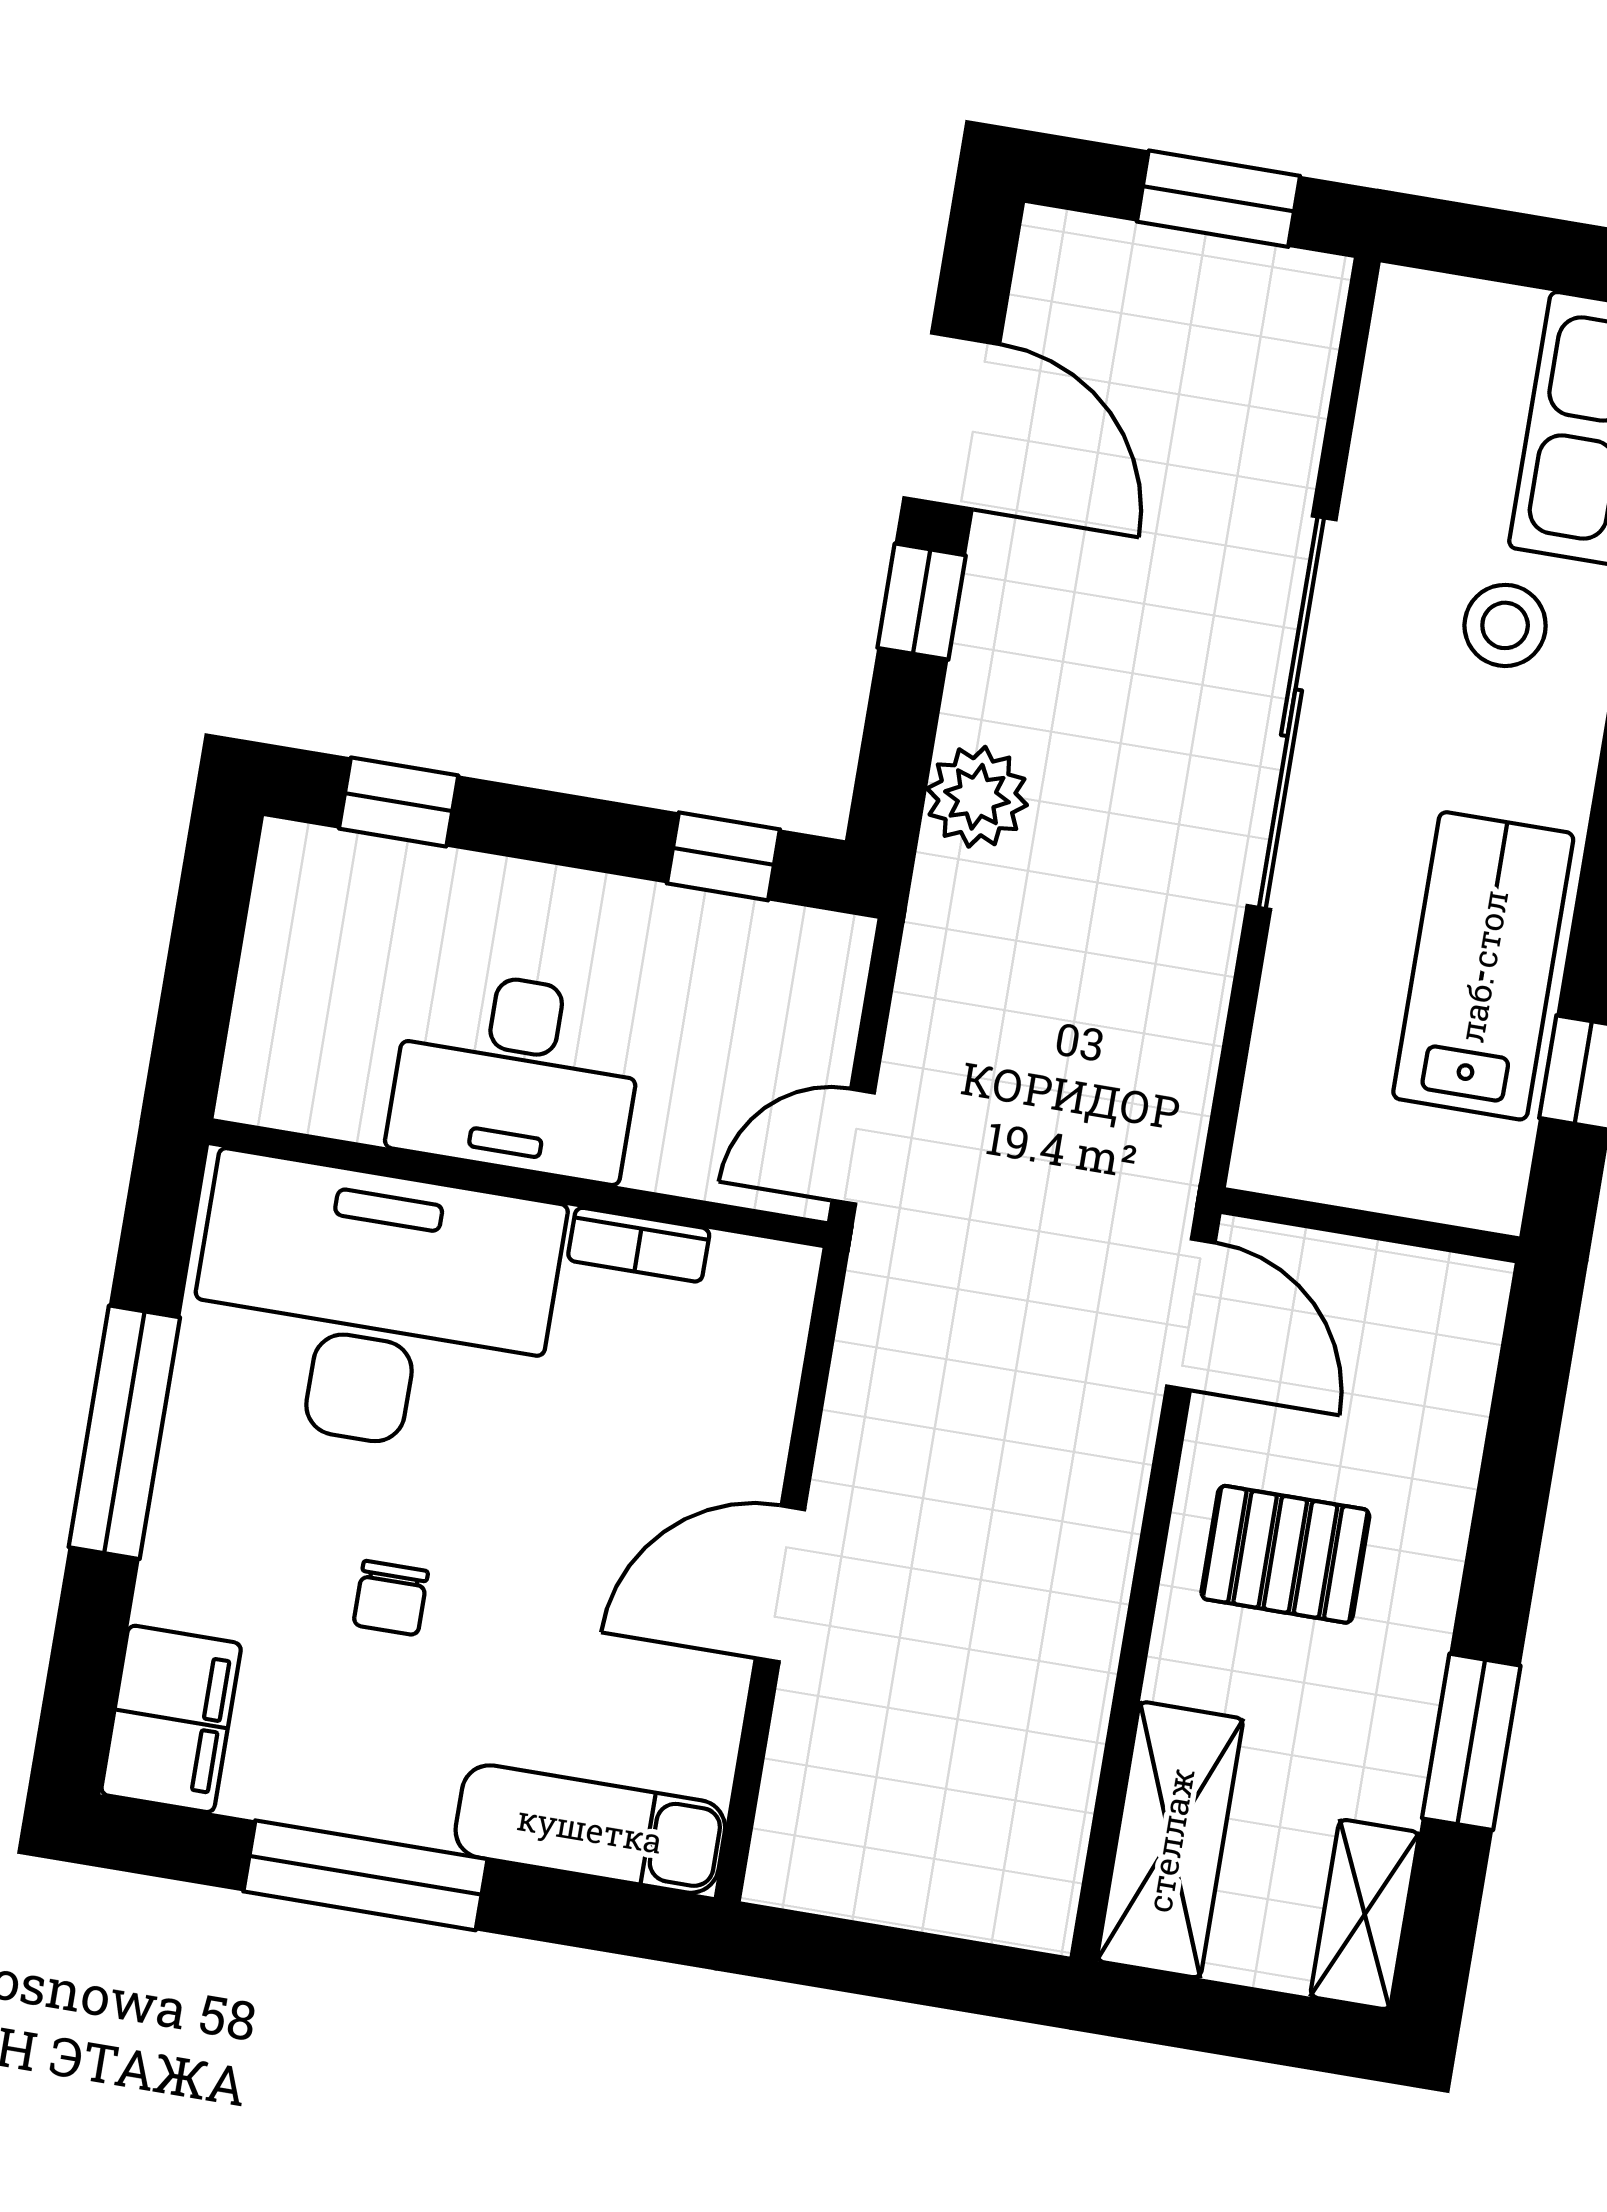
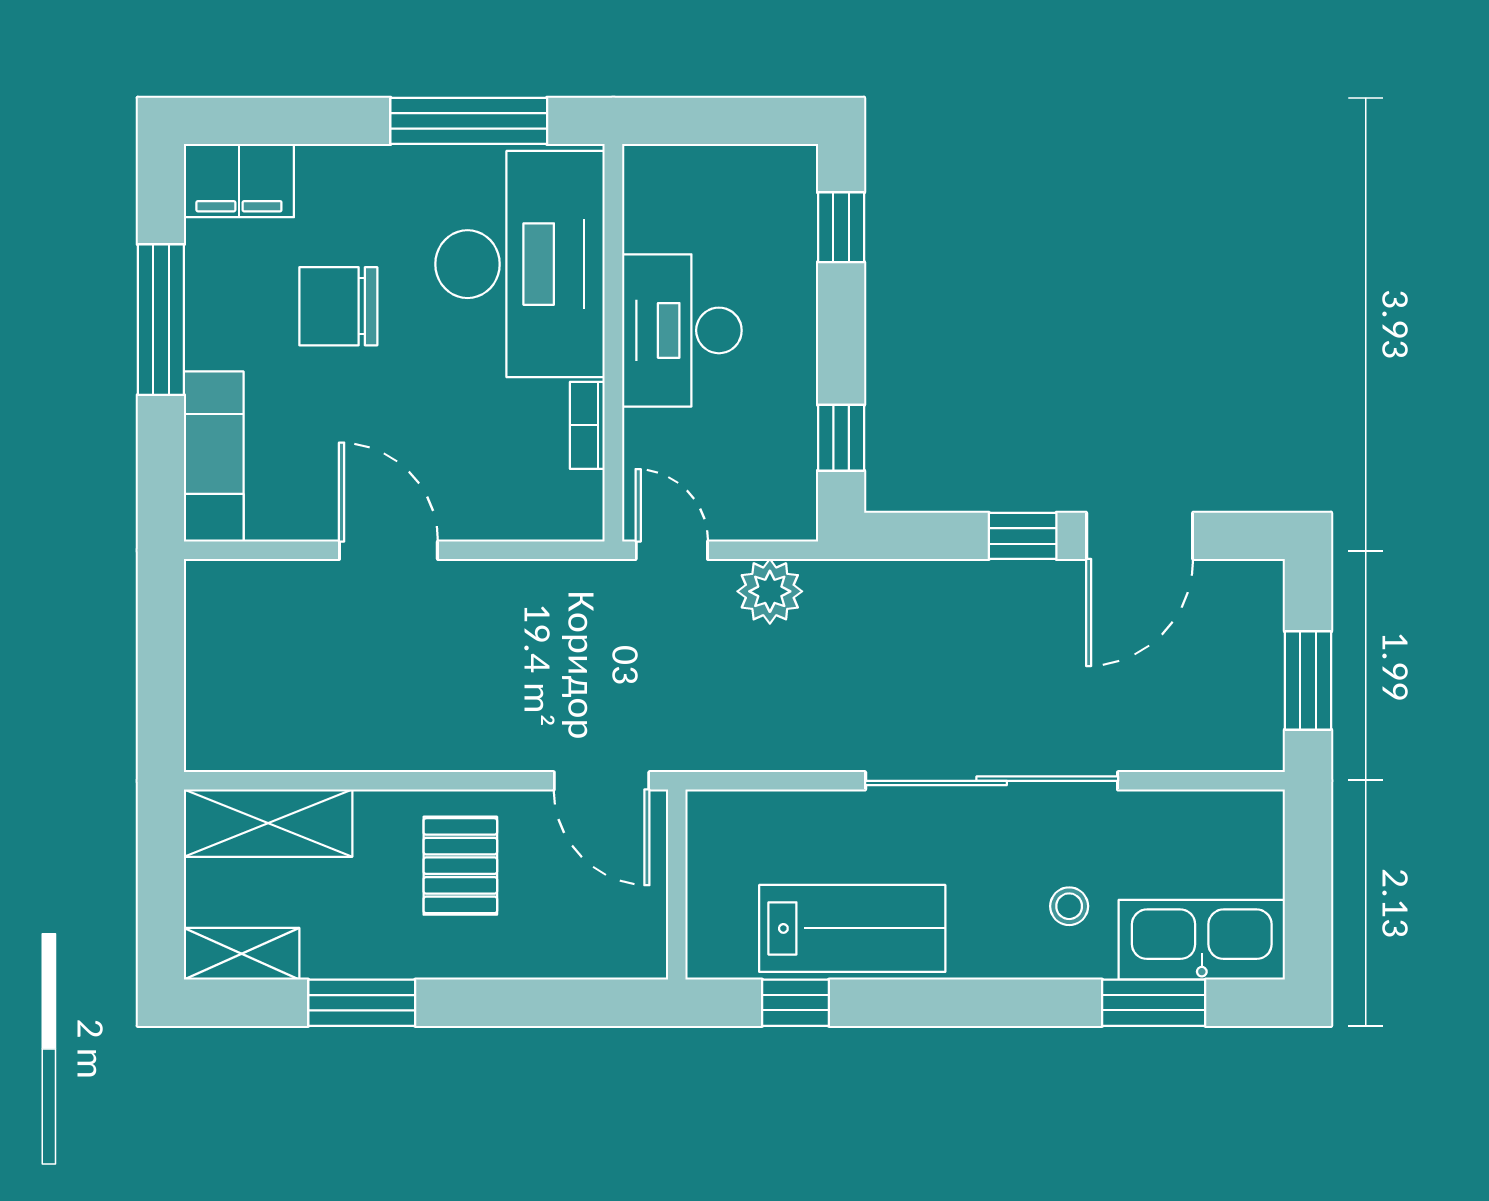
stool: (1505, 625) -> (1069, 906), width x0.73, depth x0.73
plant: (977, 797) -> (770, 591), moved
door: (1191, 1314) -> (602, 781), hinge flipped
window: (124, 1432) -> (469, 121), moved
chair: (391, 1598) -> (338, 306), width x1.87, depth x1.87

